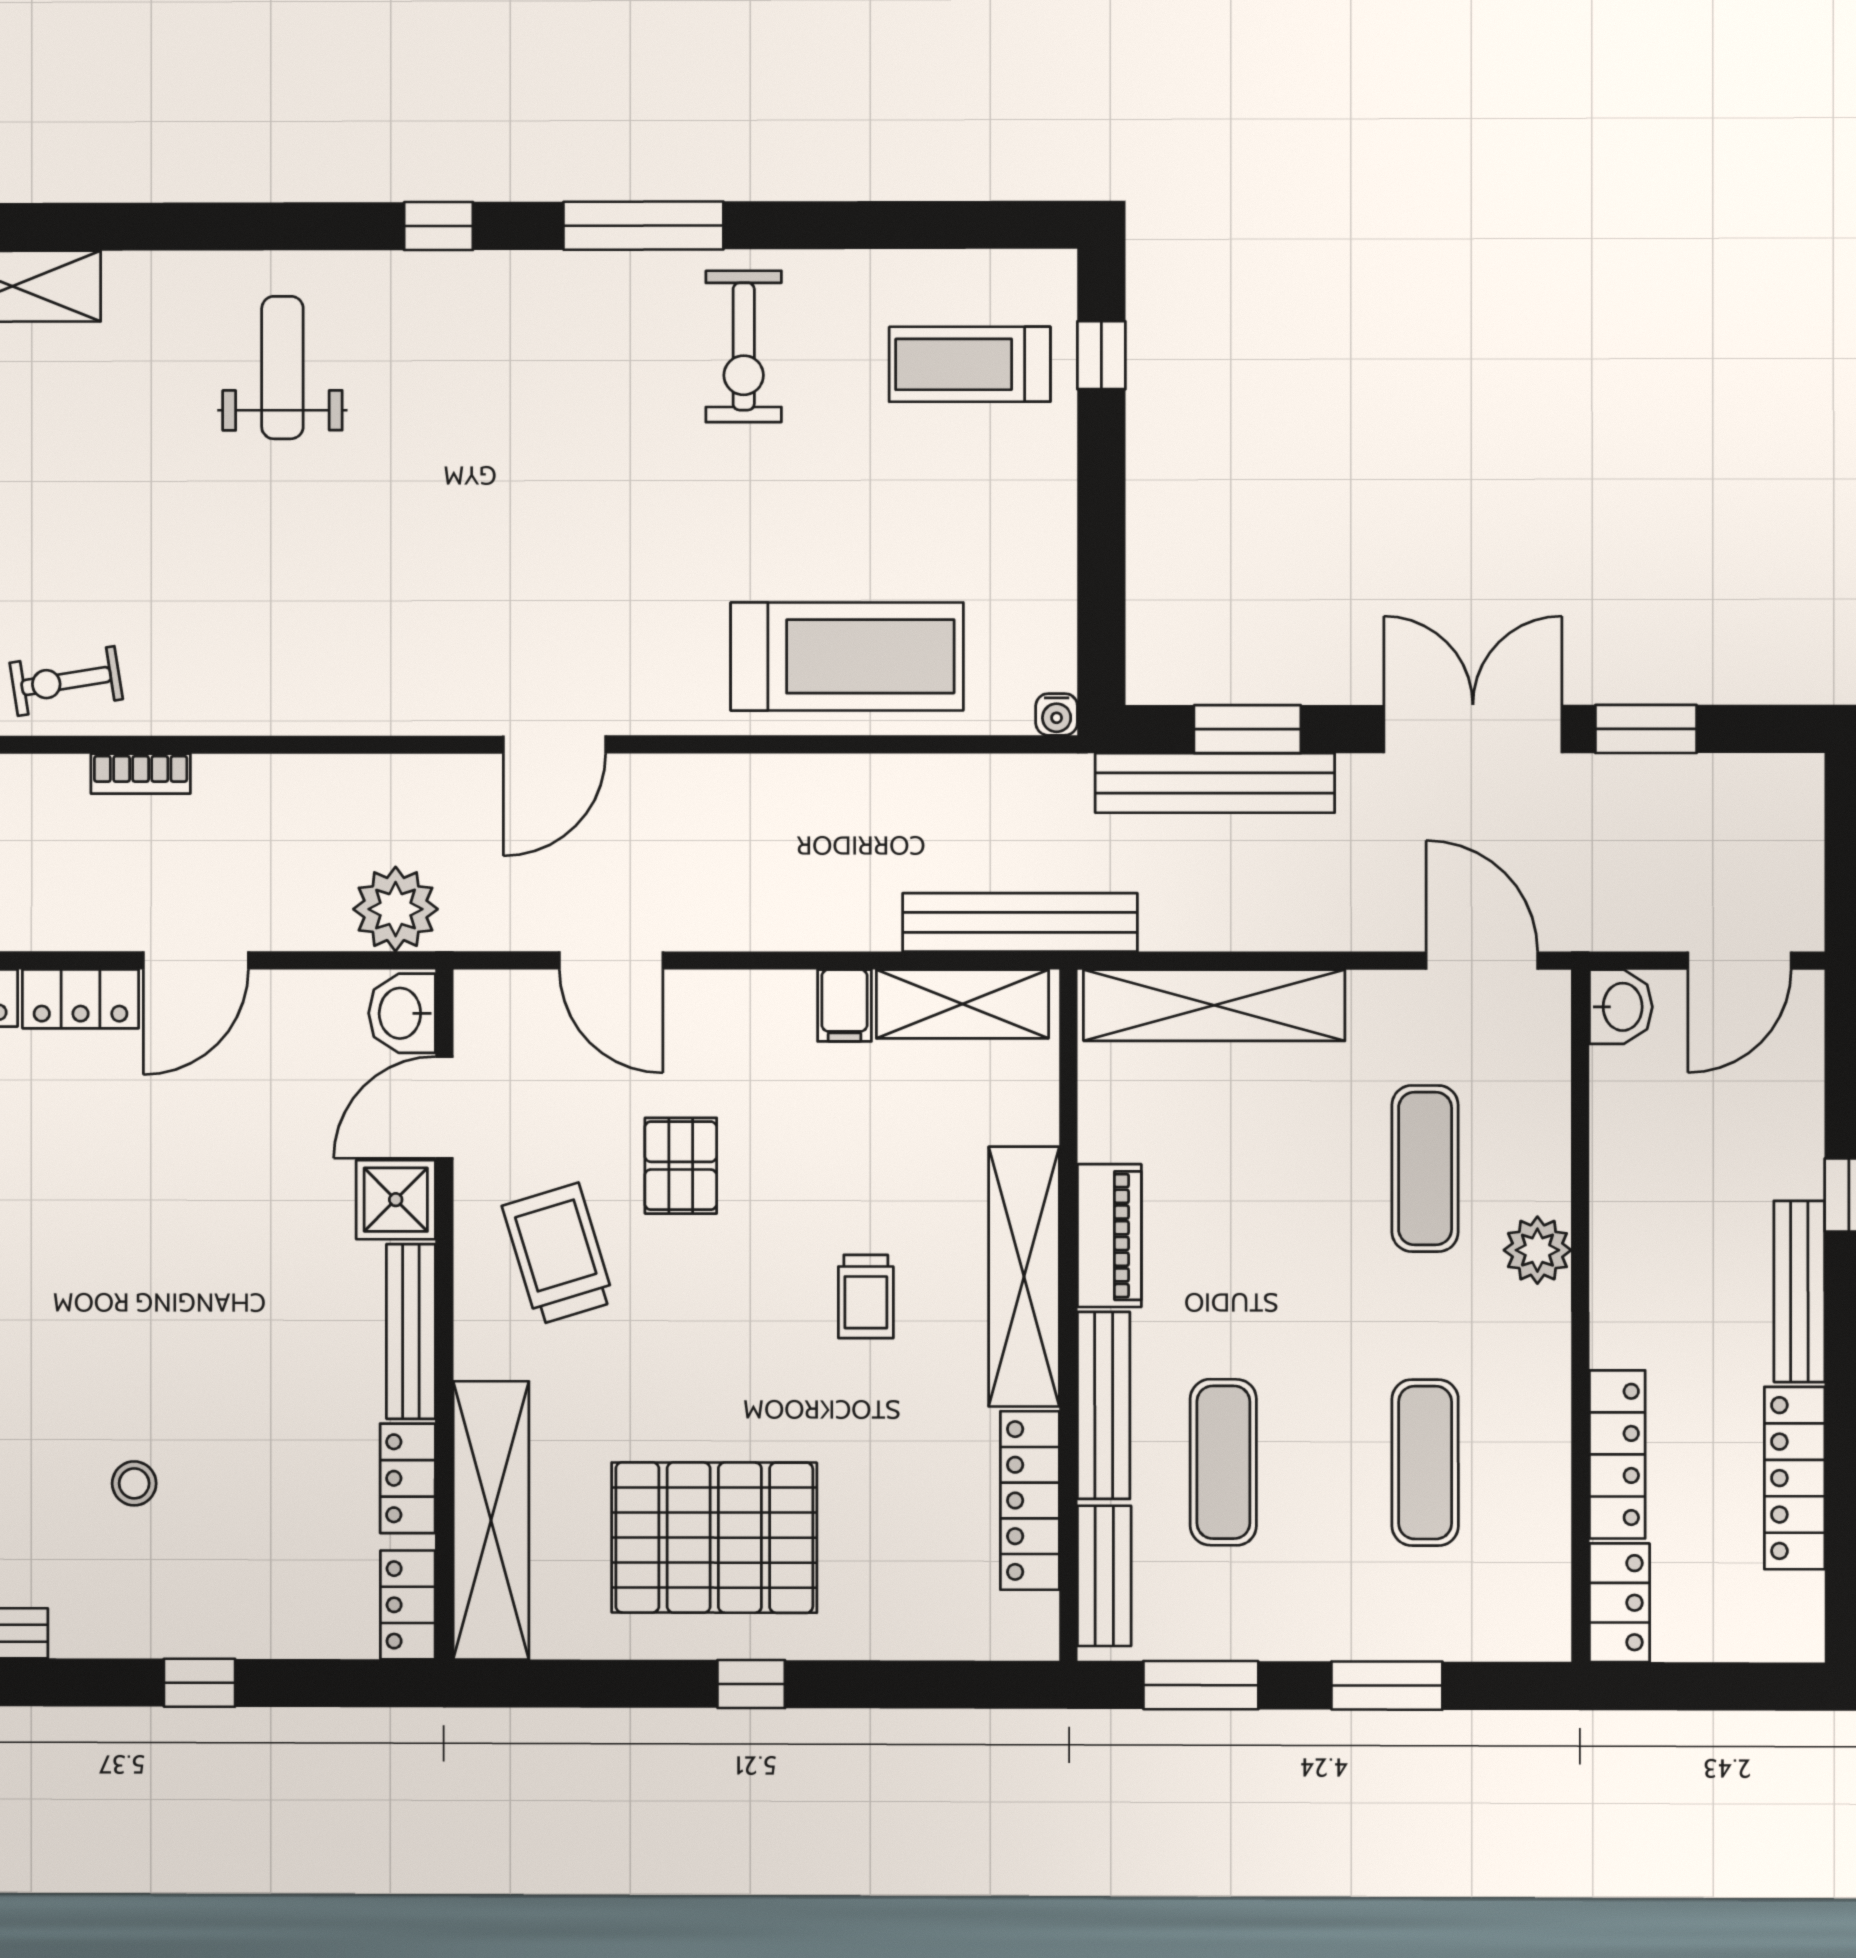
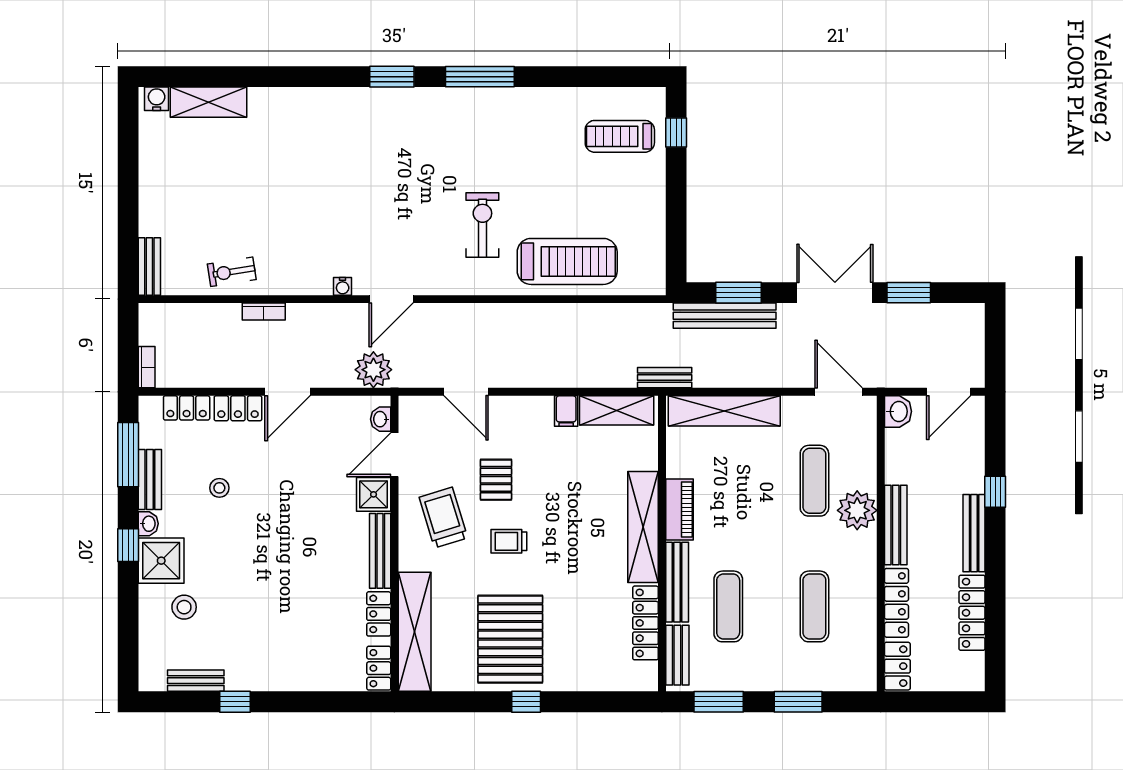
window: (439, 226) -> (392, 77), width x1.50
exercise bike: (744, 346) -> (482, 225), moved, turned 180
weight bench: (282, 368) -> (325, 137), removed
water cooler: (1057, 714) -> (343, 286), moved
door: (555, 745) -> (391, 299), moved
bench: (1020, 922) -> (665, 378), width x0.54, depth x0.82
washbasin: (402, 1013) -> (381, 419), width x0.72, depth x0.69
plant: (1537, 1250) -> (857, 510), width x1.36, depth x1.36
bench: (1616, 1272) -> (896, 525), added
trolley: (866, 1296) -> (509, 541), moved, turned 90
stool: (134, 1483) -> (219, 488), moved
pallet: (714, 1538) -> (510, 639), turned 90
window: (199, 1683) -> (235, 702), moved

